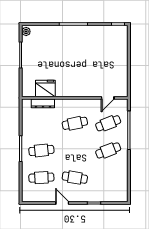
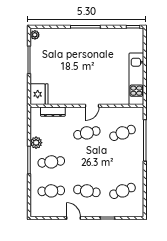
kitchen unit: (121, 73) -> (136, 79), added
fridge: (45, 89) -> (39, 94), moved, turned 90
door: (108, 98) -> (92, 106), moved
plant: (27, 132) -> (36, 143), added
cafe table: (108, 150) -> (123, 191), moved

